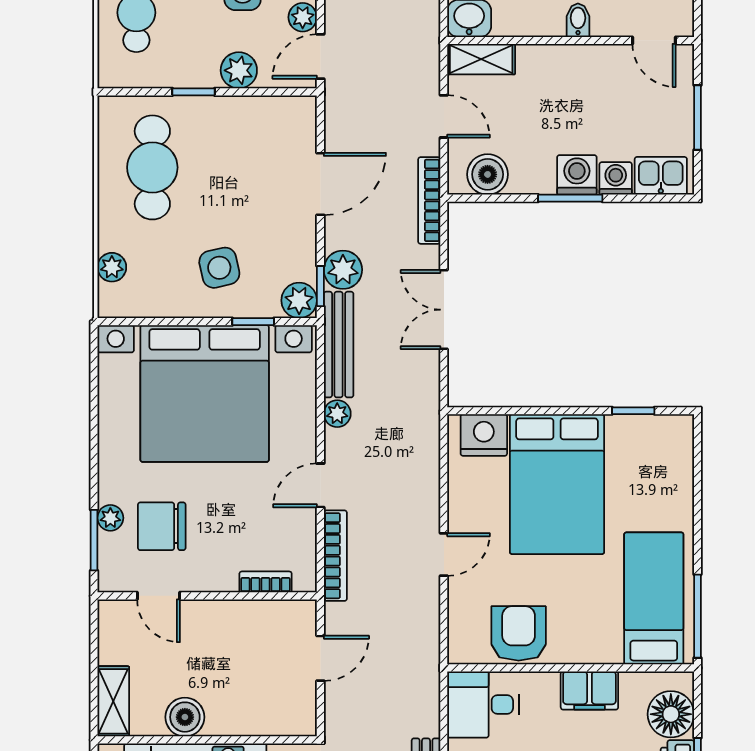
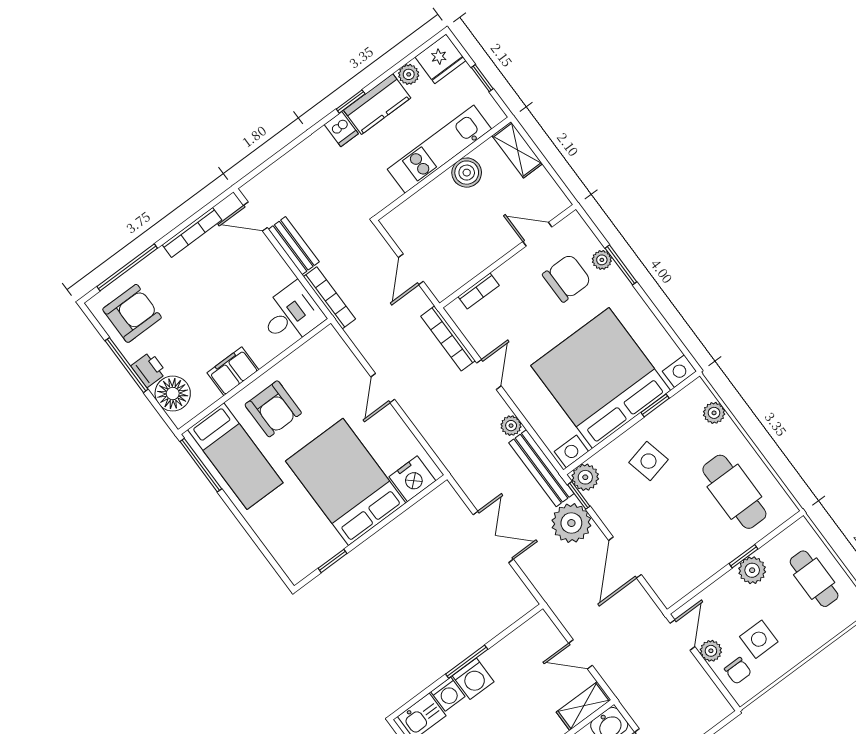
plant: (239, 70) -> (752, 570), moved
boiler: (488, 174) -> (528, 639), removed
bookcase: (429, 200) -> (329, 298), moved
plant: (343, 270) -> (571, 523), width x1.36, depth x1.36
window: (253, 322) -> (655, 405), moved
window: (94, 540) -> (621, 265), moved
armchair: (519, 633) -> (273, 409), moved

